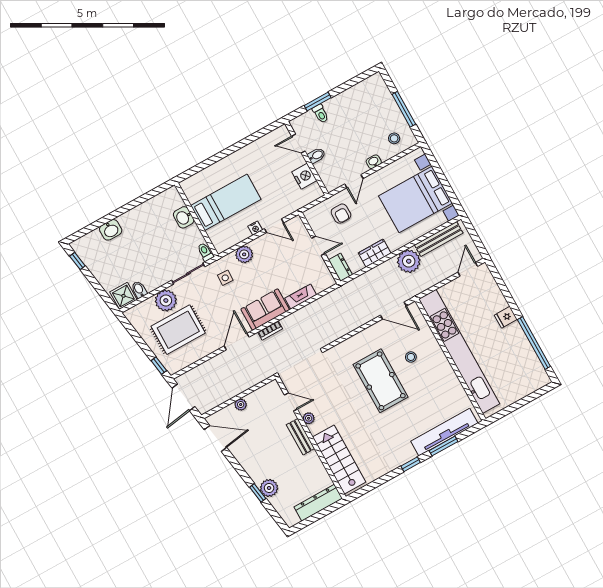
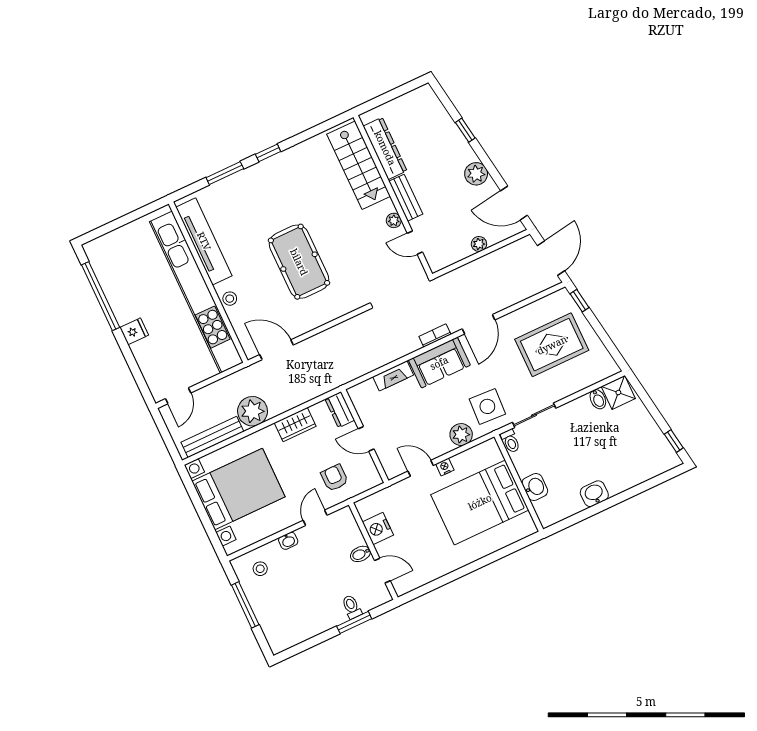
bed: (226, 202) -> (480, 502), width x1.50
washbasin: (111, 230) -> (594, 494), moved
side table: (225, 278) -> (487, 406), width x1.87, depth x1.87
plant: (166, 300) -> (565, 383), removed
stool: (411, 357) -> (230, 299), moved
tv unit: (444, 432) -> (204, 241), moved, turned -90
plant: (269, 488) -> (476, 174), moved
dresser: (318, 503) -> (385, 148), moved, turned -90

